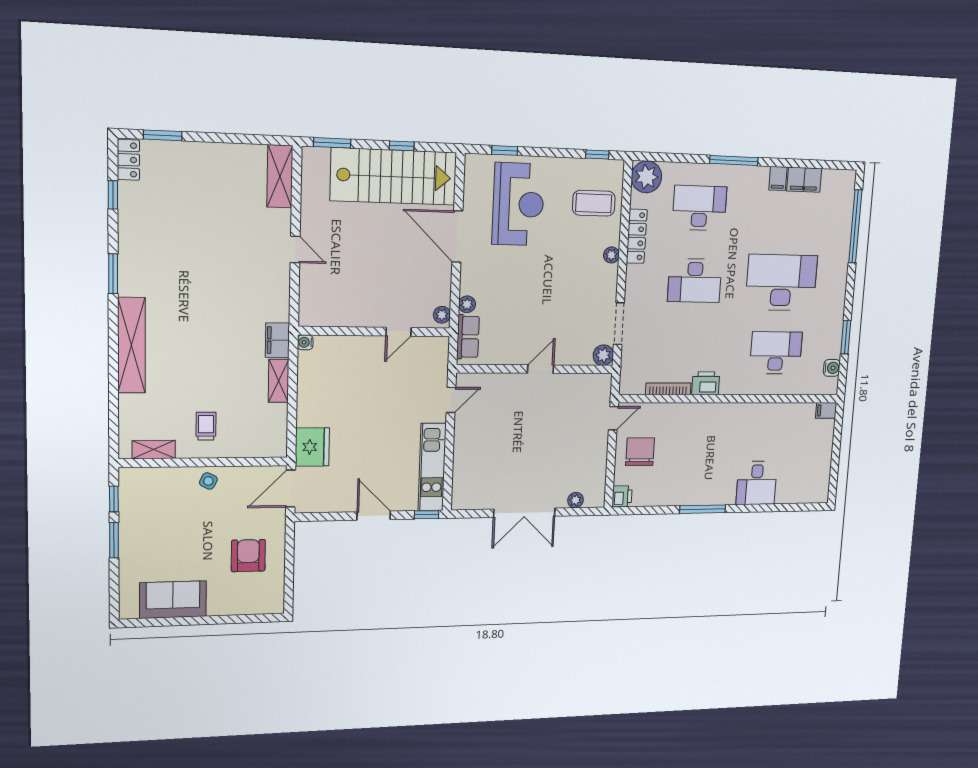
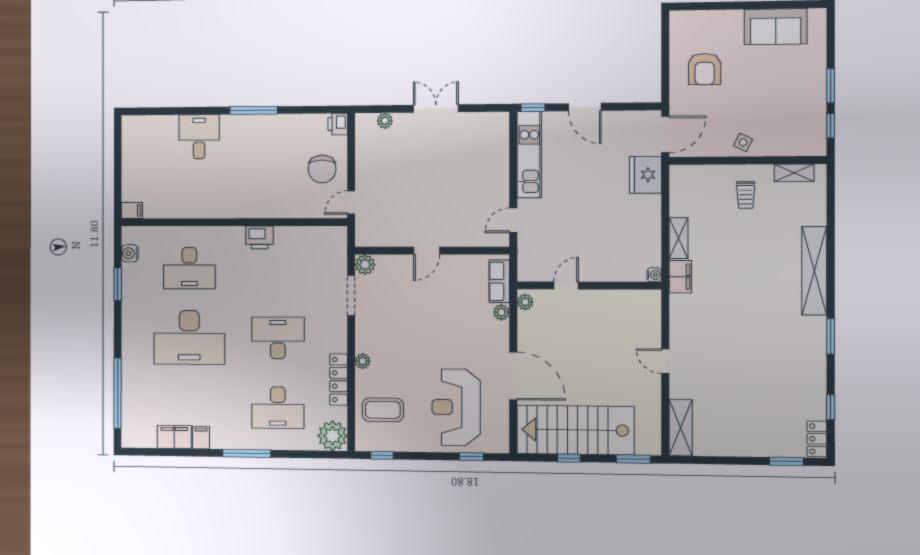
bookcase: (668, 389) -> (297, 232), removed
double door: (524, 513) -> (436, 108), width x0.73

